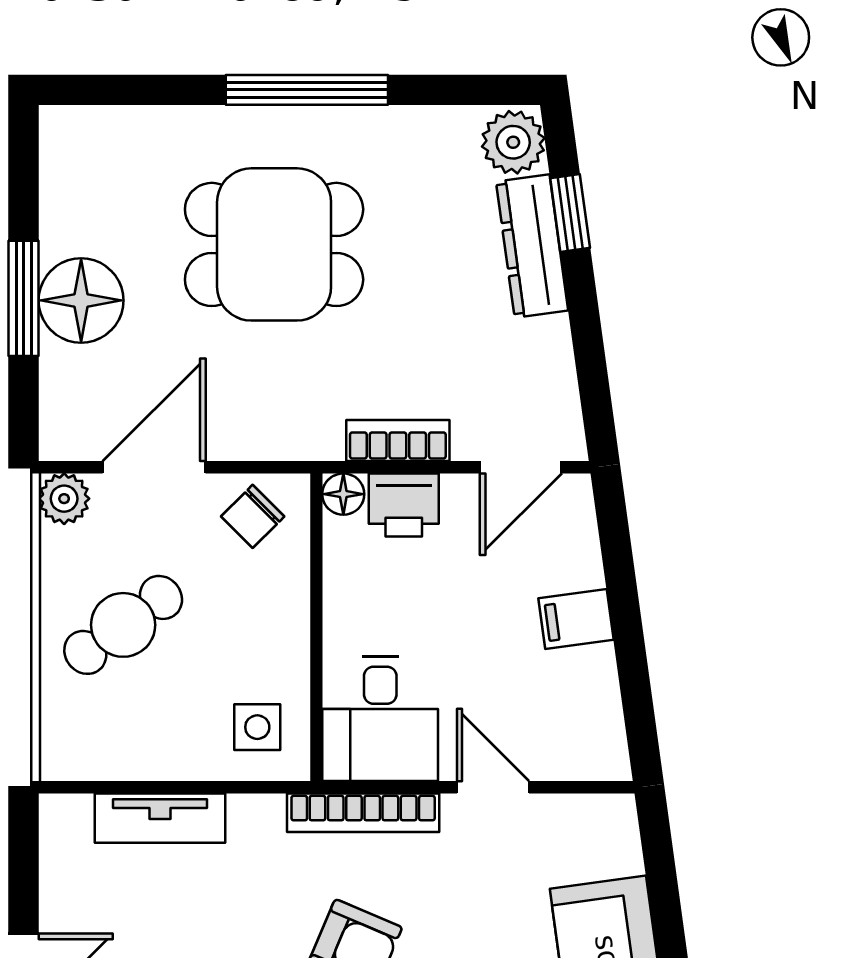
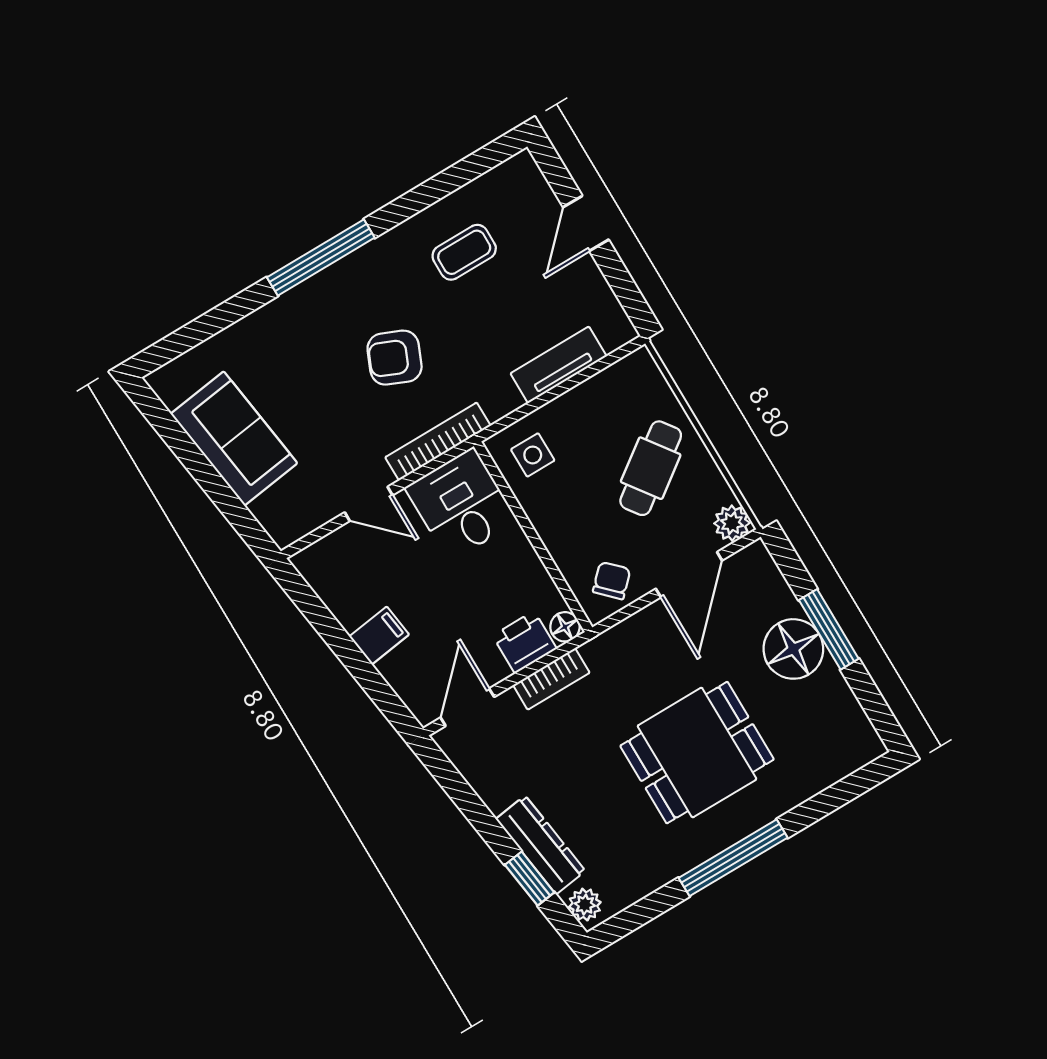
plant: (513, 142) -> (585, 905), width x0.73, depth x0.73

